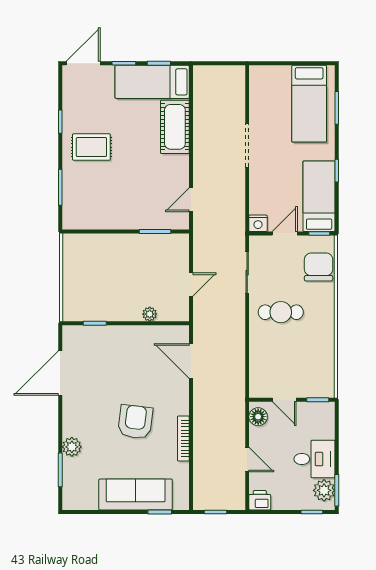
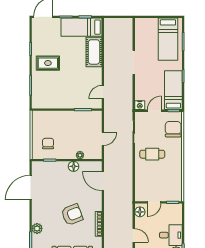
chair: (92, 293) -> (48, 144), added
floor lamp: (138, 334) -> (74, 166), added
door: (284, 400) -> (154, 202), hinge flipped
armchair: (135, 422) -> (72, 215), turned 62

